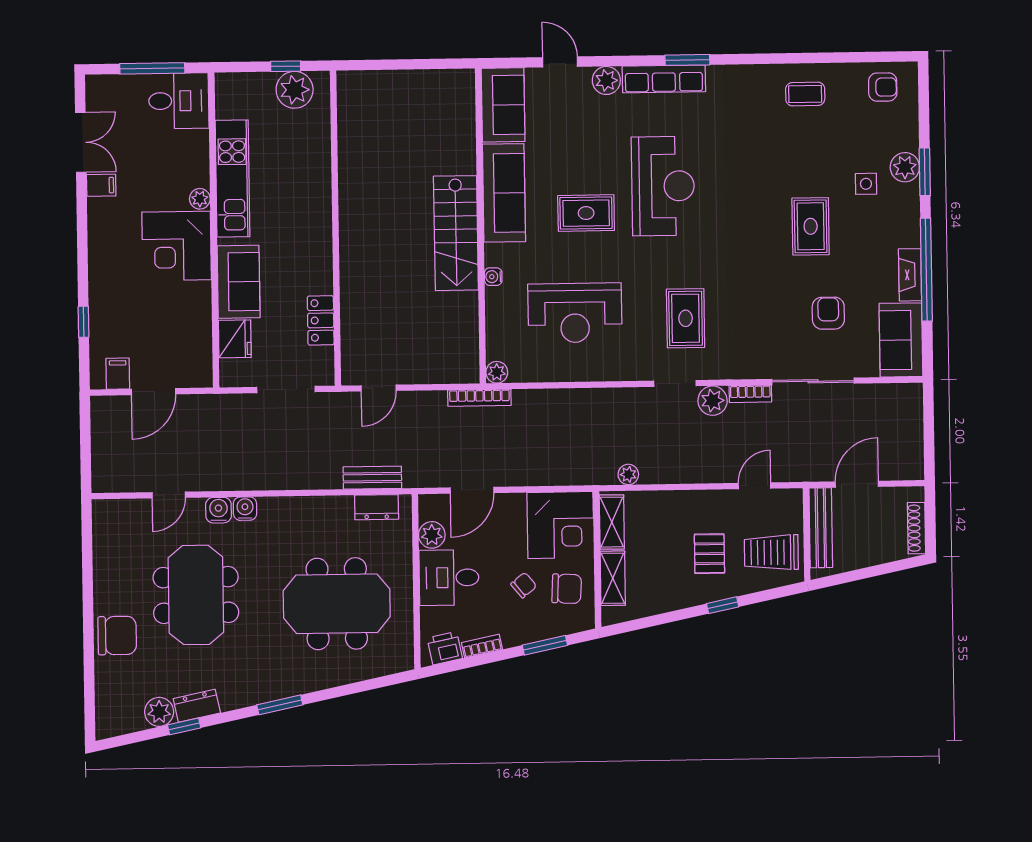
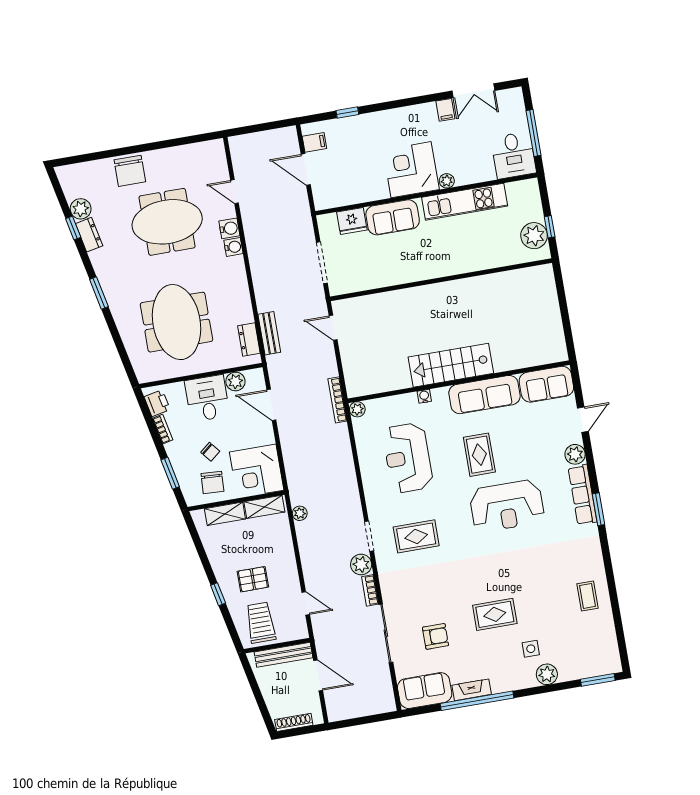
armchair: (883, 87) -> (601, 650), removed
window: (925, 172) -> (598, 680), moved
locker: (321, 320) -> (374, 280), removed

